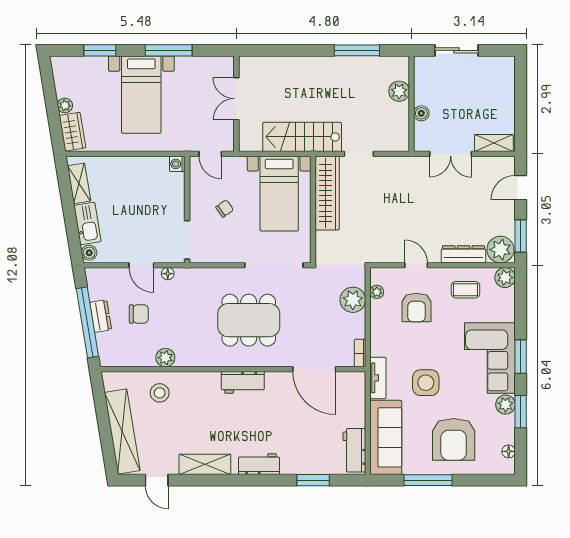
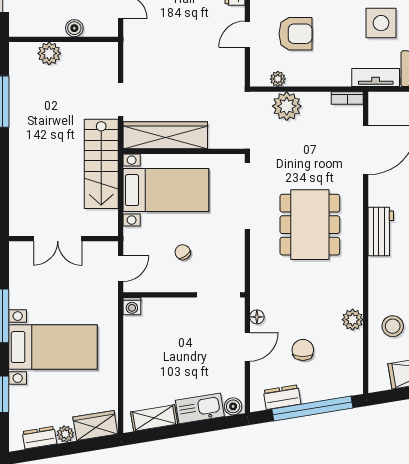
dresser: (62, 83) -> (39, 438), added
dresser: (101, 316) -> (282, 397), moved

